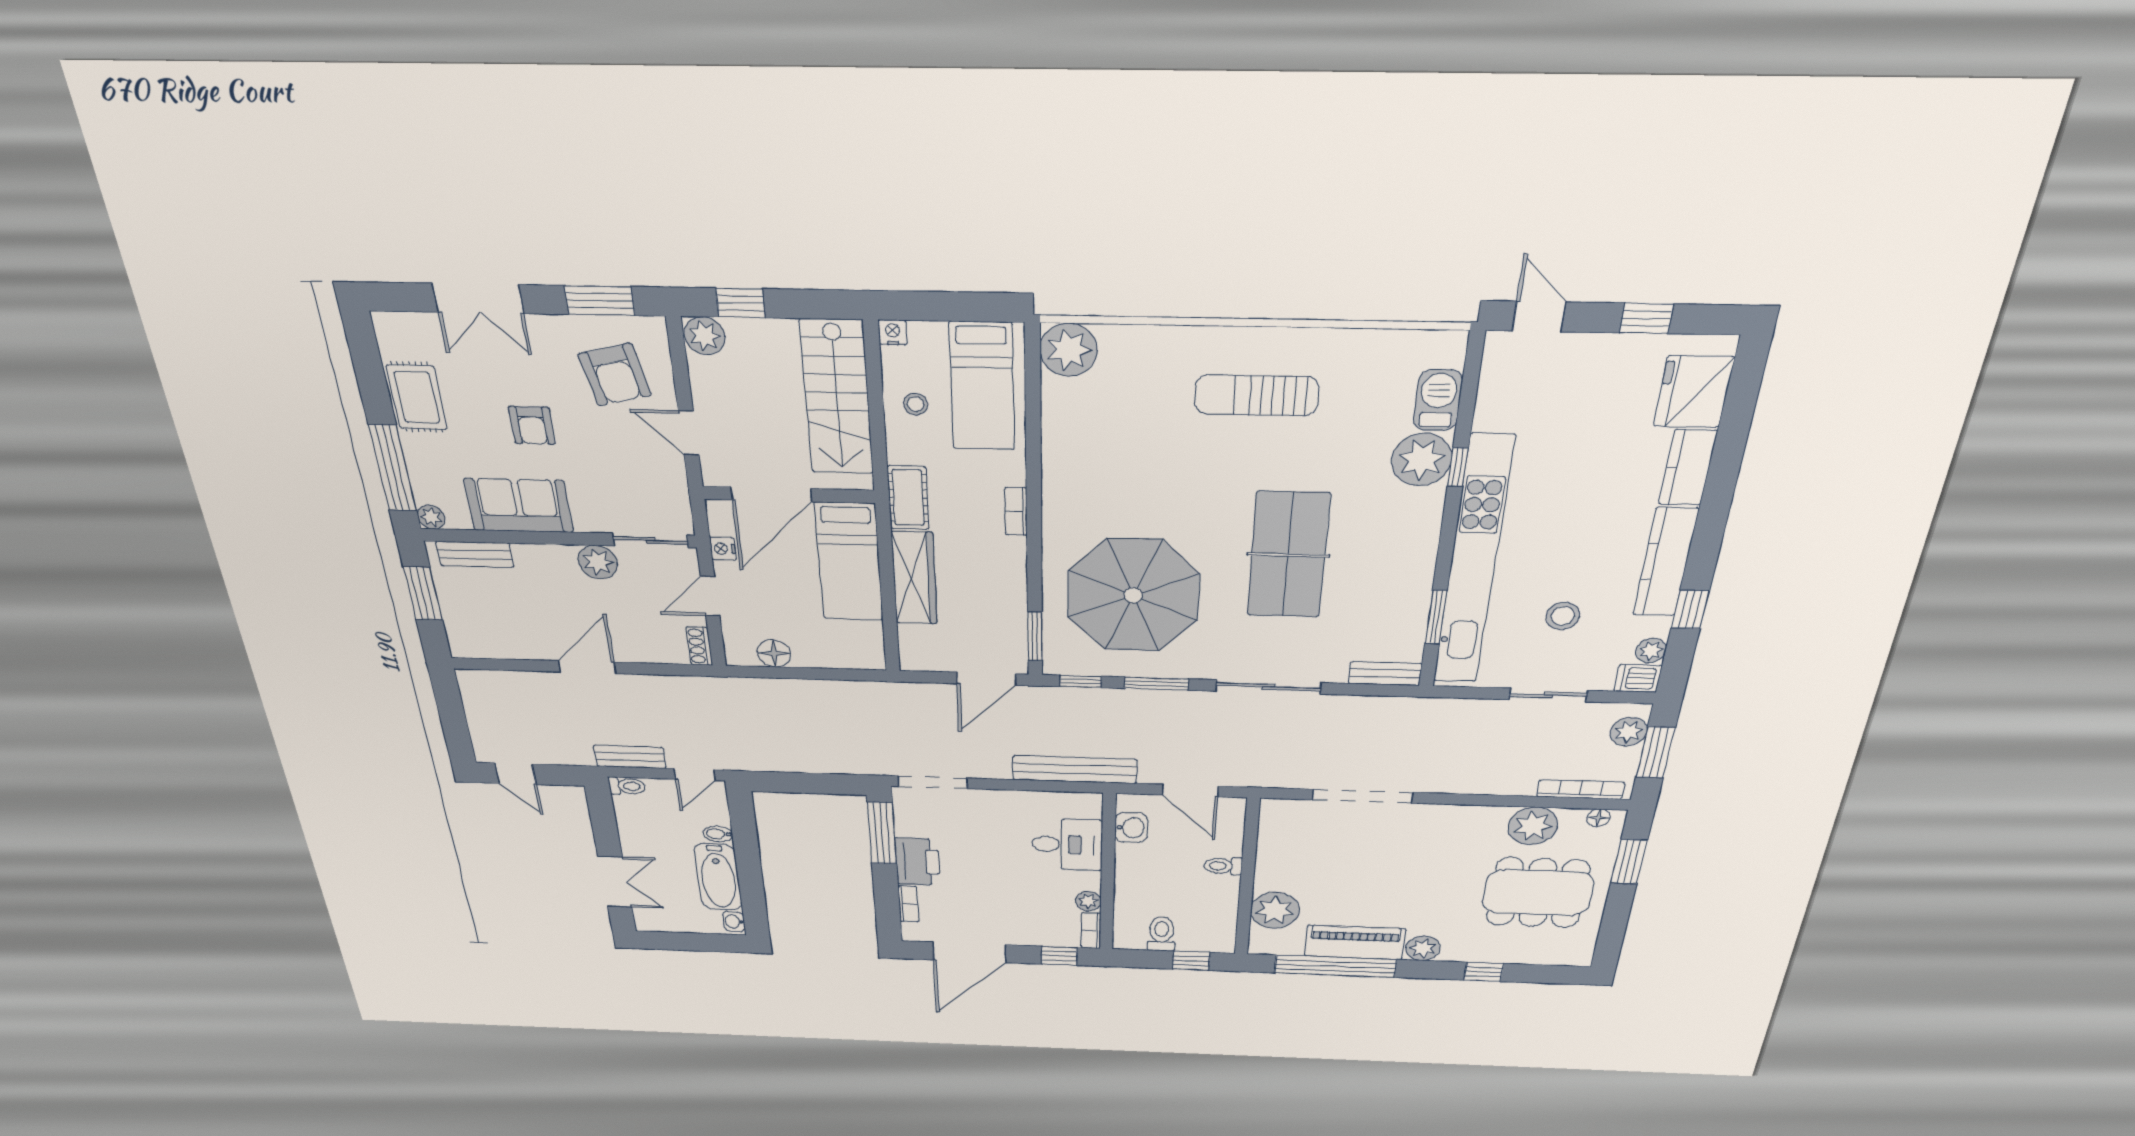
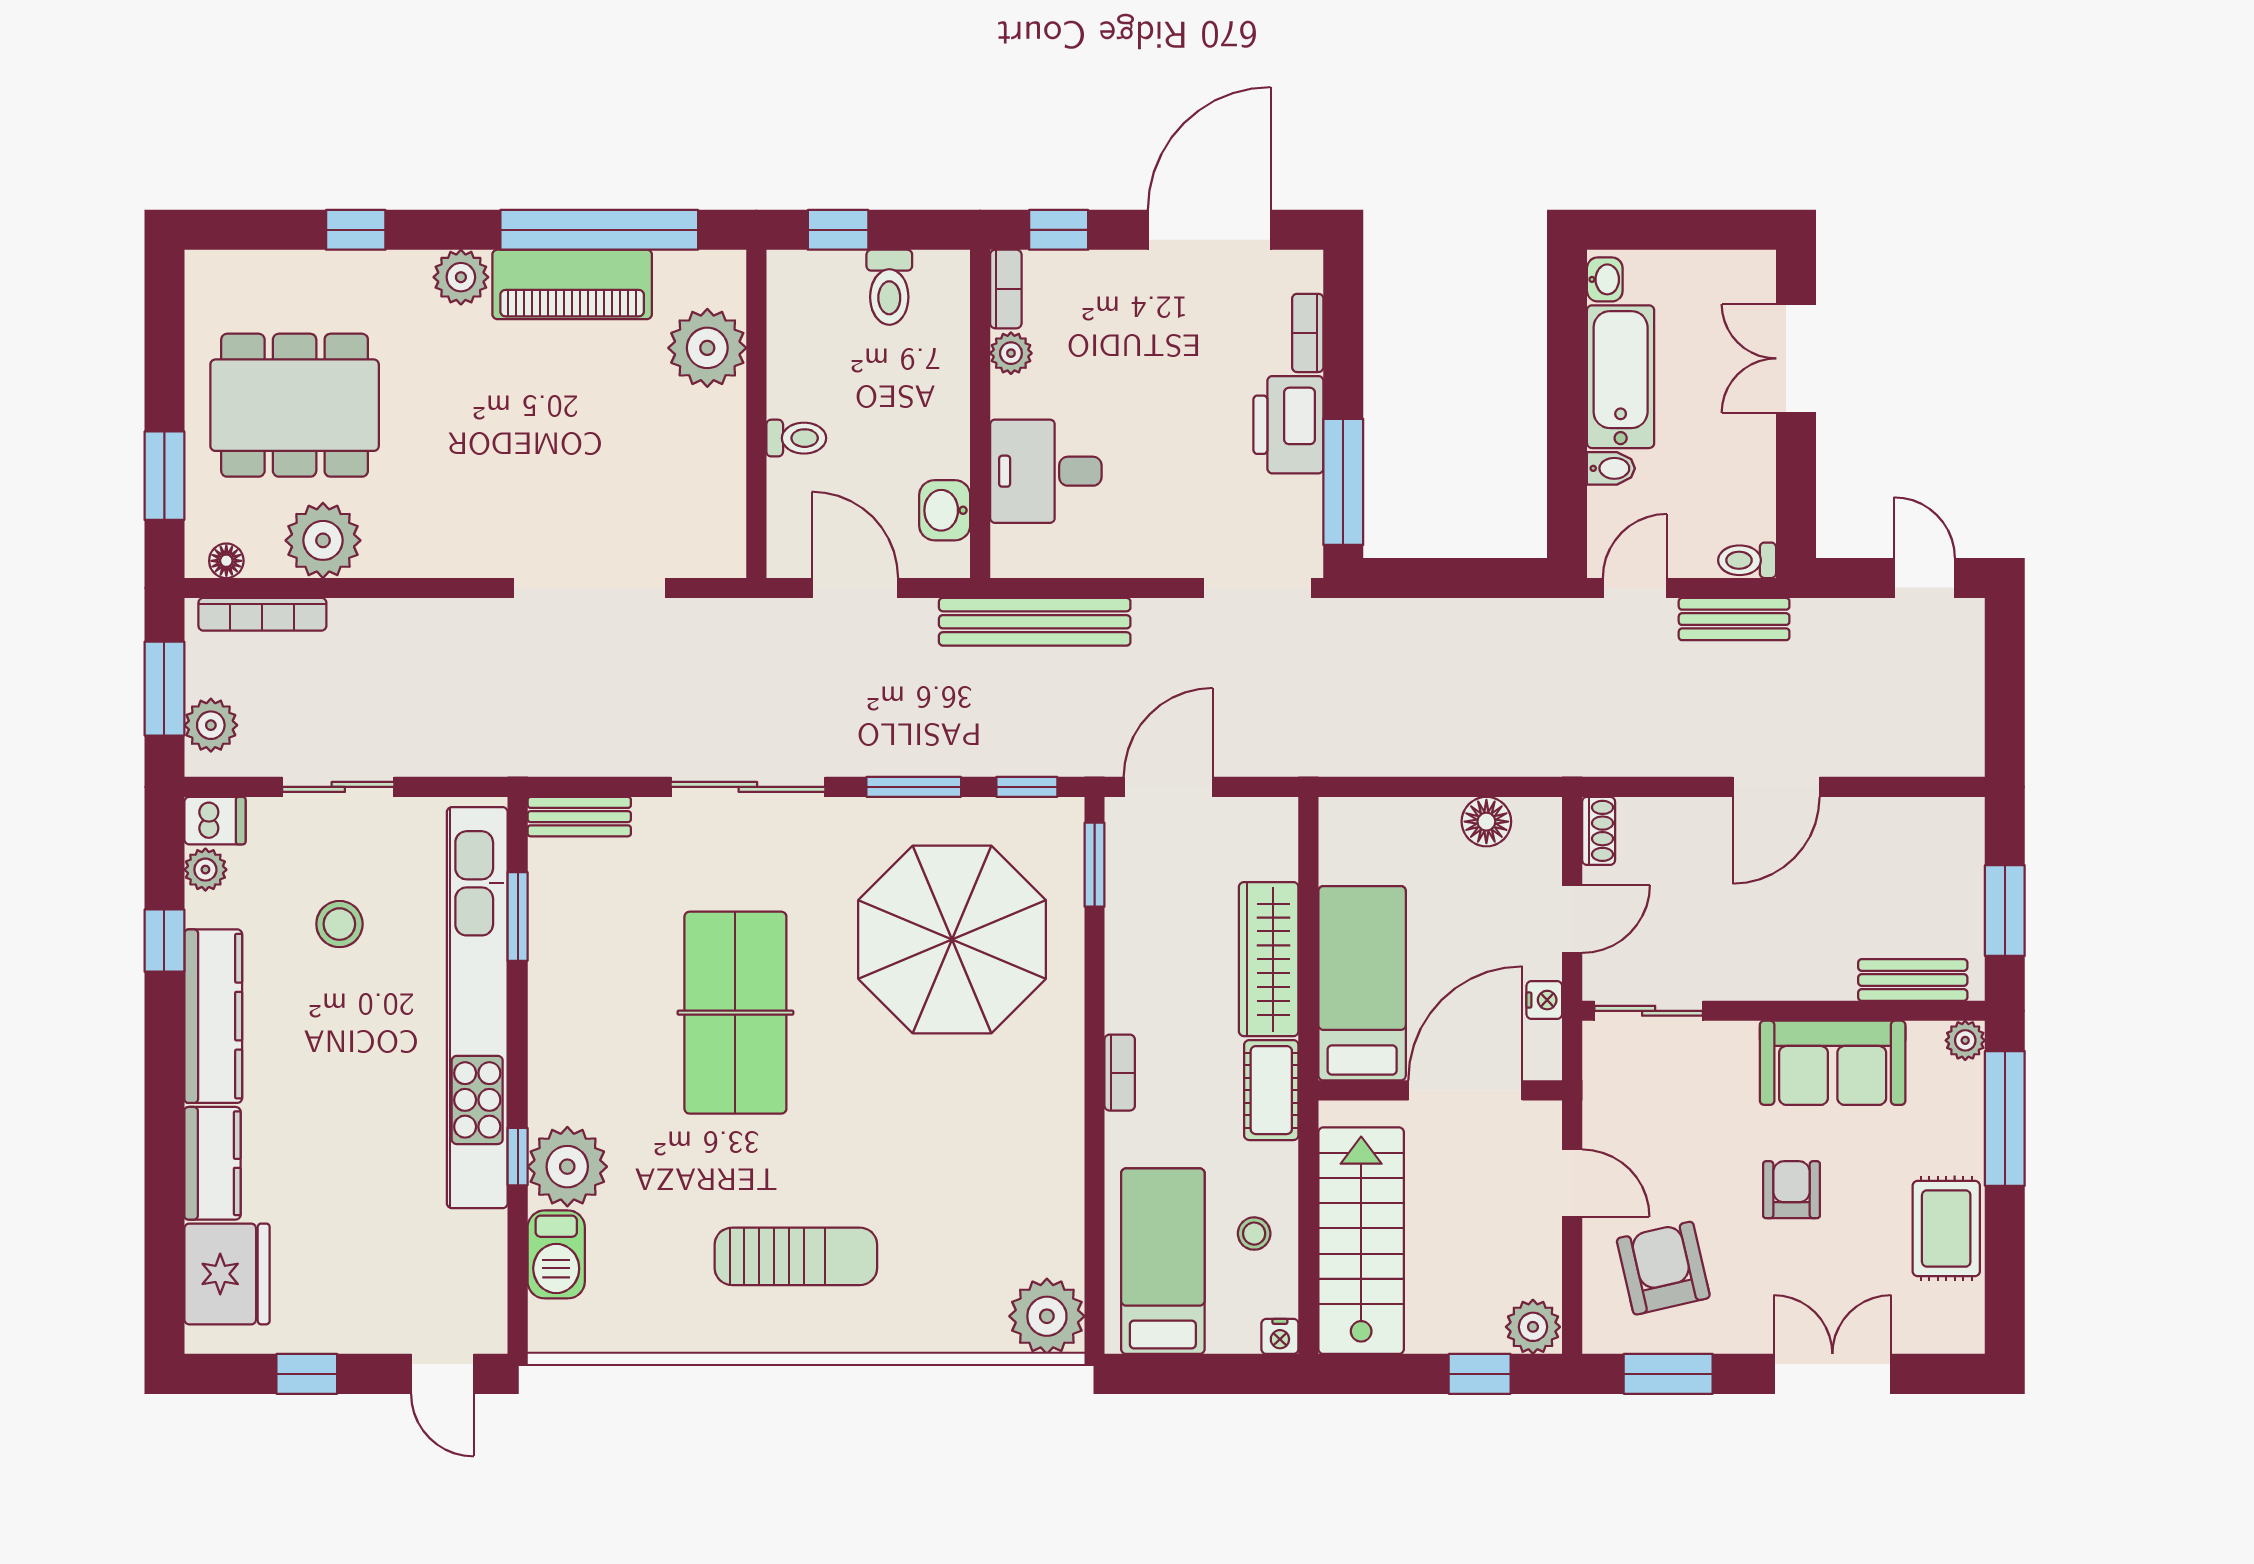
plant: (598, 562) -> (1732, 972), removed

